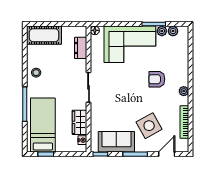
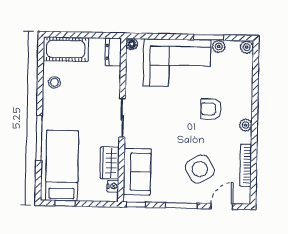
plant: (173, 31) -> (247, 47), moved
dresser: (81, 48) -> (113, 52), moved
stool: (36, 73) -> (54, 82), moved
sofa: (116, 142) -> (137, 172), moved, turned 90

